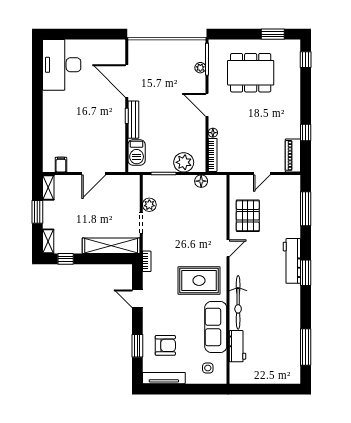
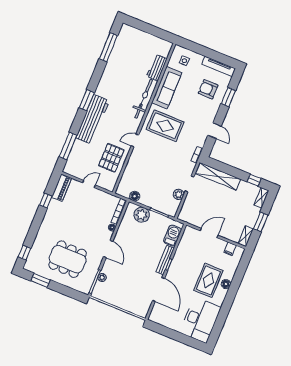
rug: (71, 116) -> (208, 280), added
floor lamp: (49, 121) -> (226, 284), added
workbench: (292, 261) -> (93, 119), width x1.36, depth x1.32

